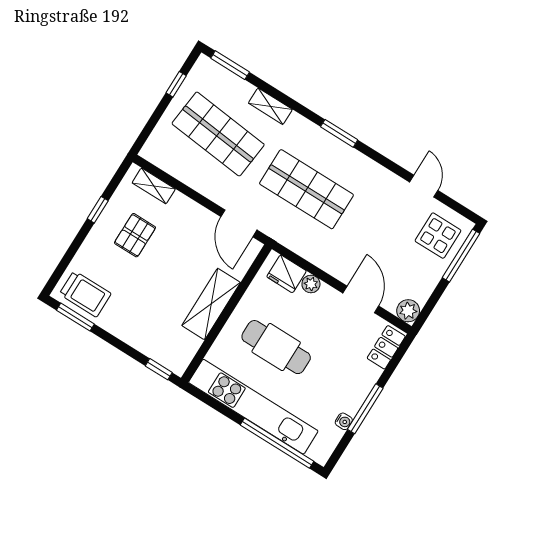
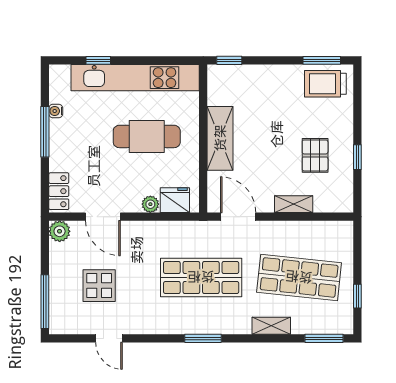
shelving: (154, 186) -> (294, 204), moved
display table: (438, 236) -> (99, 286), moved
window: (277, 443) -> (98, 60), width x0.32

